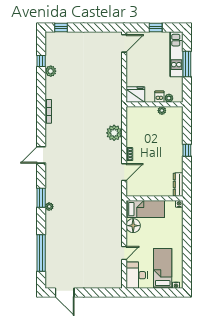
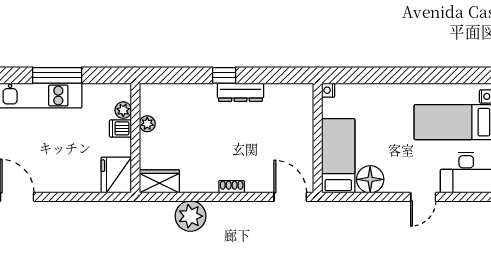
wardrobe: (132, 117) -> (159, 181), added
door: (124, 172) -> (290, 197), moved
dresser: (178, 184) -> (240, 92), moved
door: (124, 253) -> (423, 197), swing flipped

